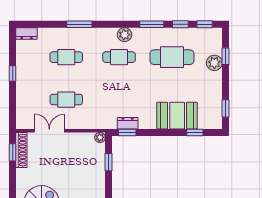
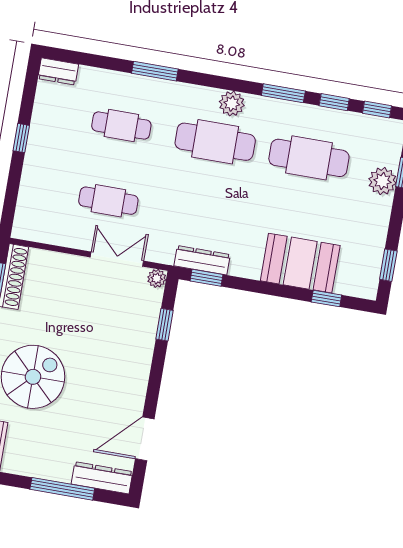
cafe table: (119, 57) -> (215, 142), width x1.37, depth x1.35
dresser: (128, 123) -> (202, 260), width x1.44
double door: (49, 131) -> (117, 259), moved

